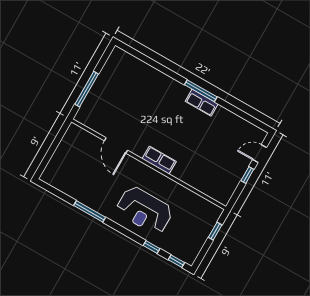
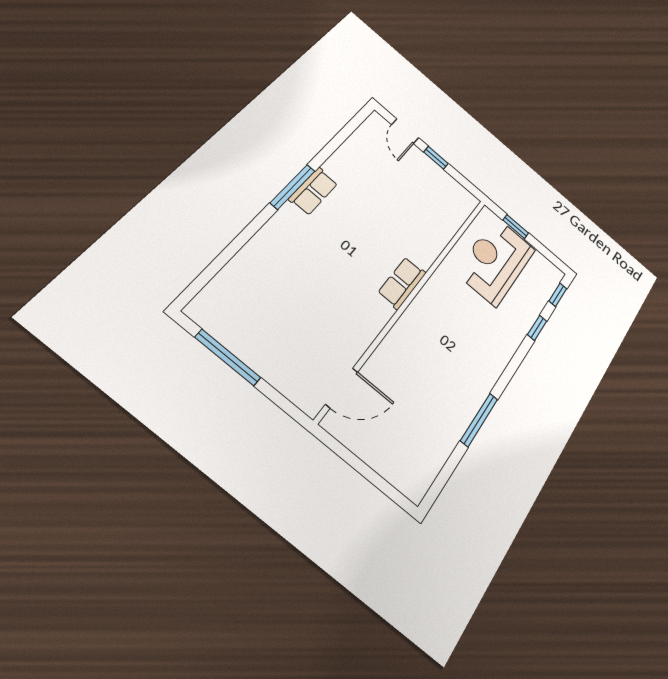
window: (87, 89) -> (228, 358), moved
door: (116, 145) -> (342, 388), moved
reception desk: (144, 210) -> (496, 261), moved, turned 180

